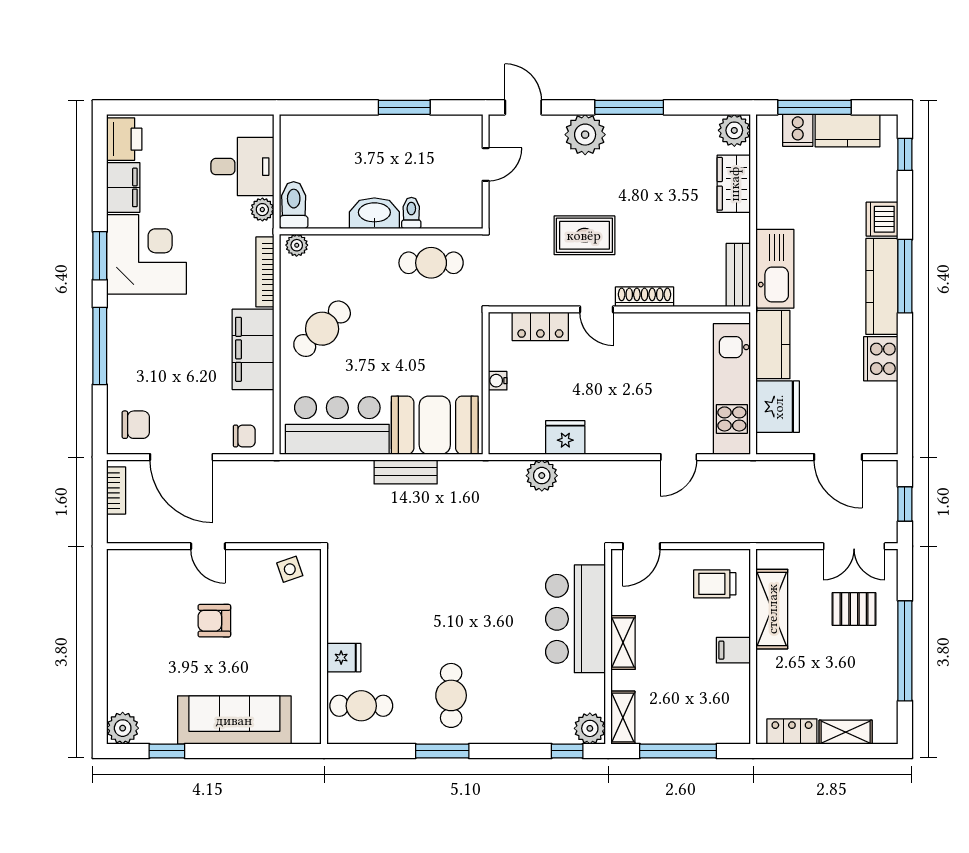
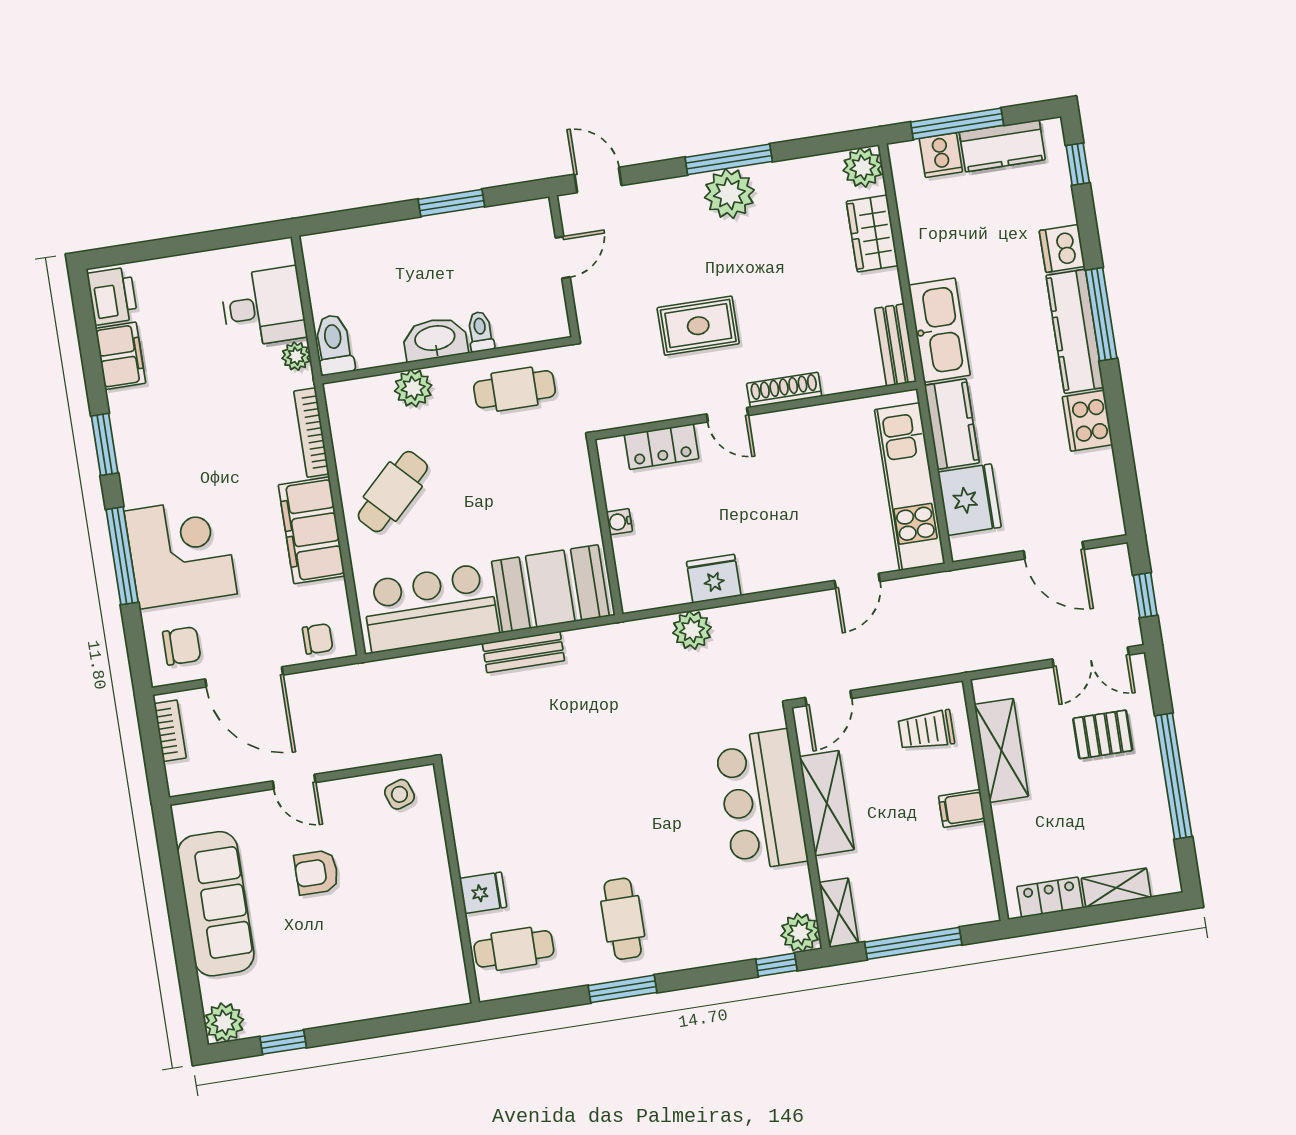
plant: (585, 135) -> (729, 194), moved
plant: (297, 245) -> (413, 388), moved, width x1.38, depth x1.38
corner desk: (147, 254) -> (181, 553), moved
shelving: (623, 643) -> (827, 803), width x1.50, depth x1.33
sofa: (234, 720) -> (216, 904), moved, turned 90

